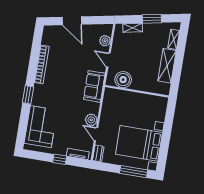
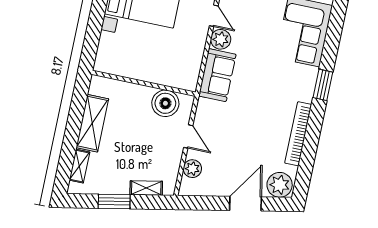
door: (72, 21) -> (246, 204), hinge flipped
plant: (52, 33) -> (280, 185), added
sofa: (94, 86) -> (217, 75), moved

